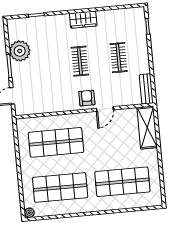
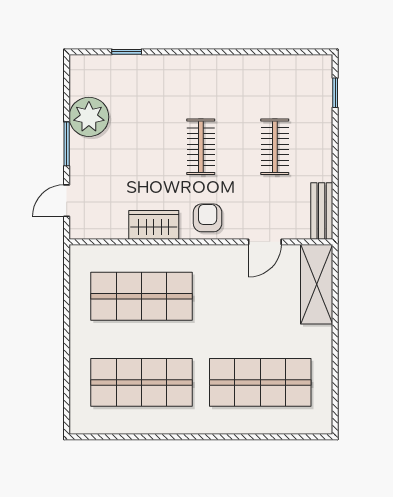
wardrobe: (83, 20) -> (154, 225), moved, turned 180
door: (105, 109) -> (265, 242), moved
plant: (29, 213) -> (79, 425), removed

